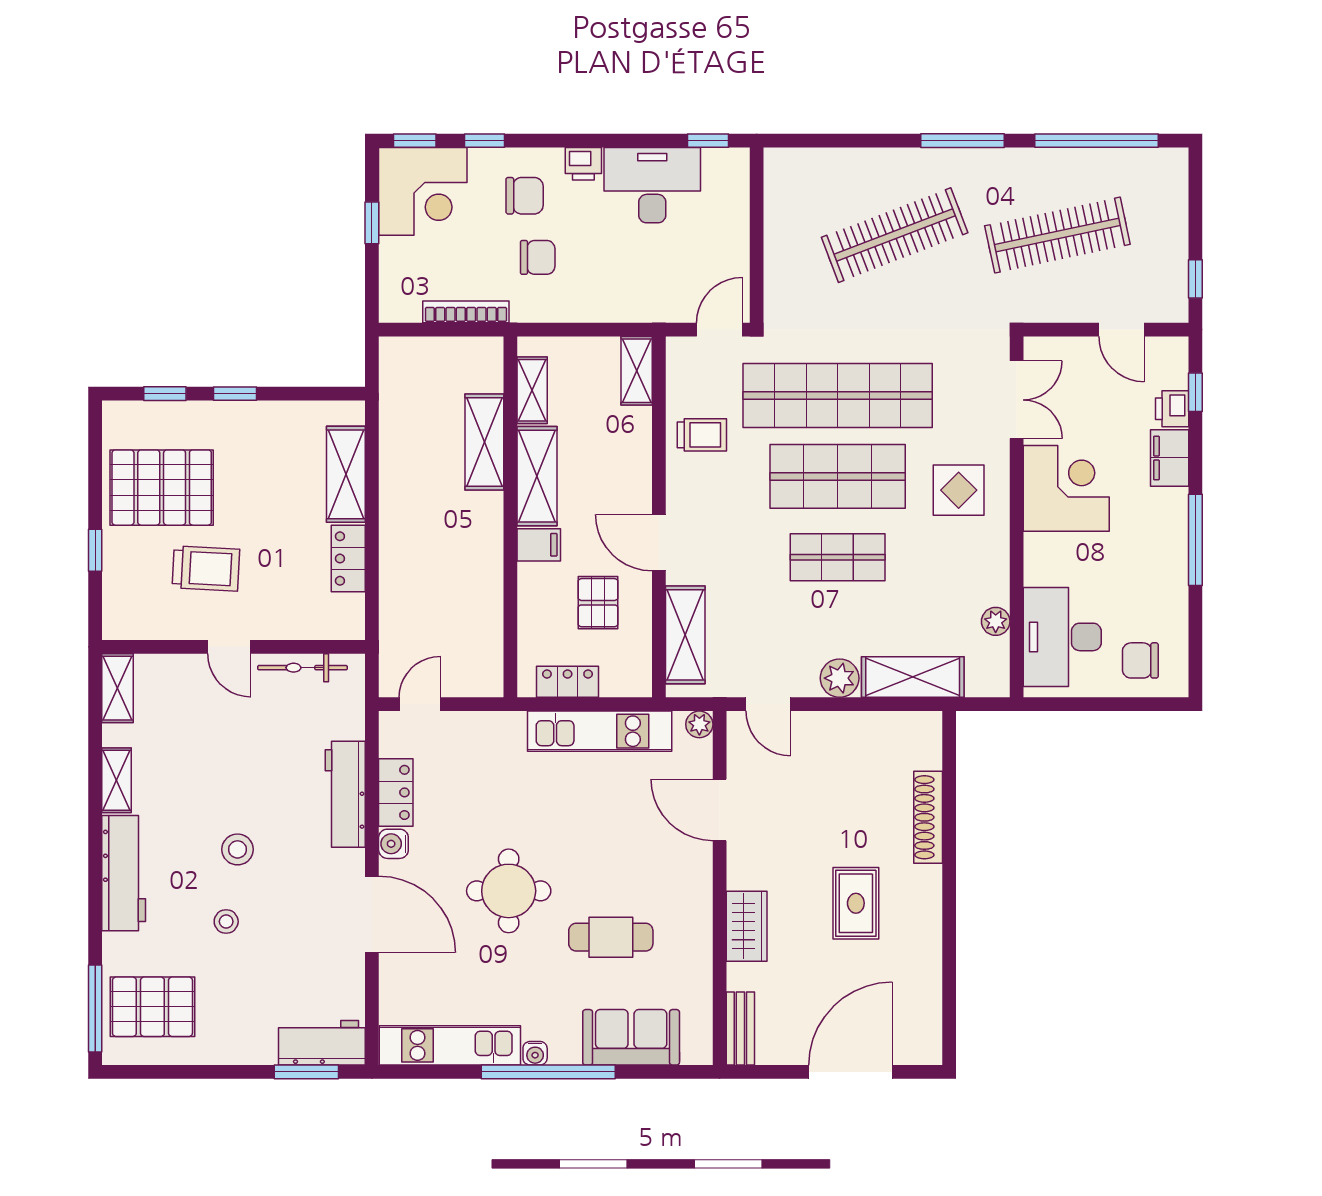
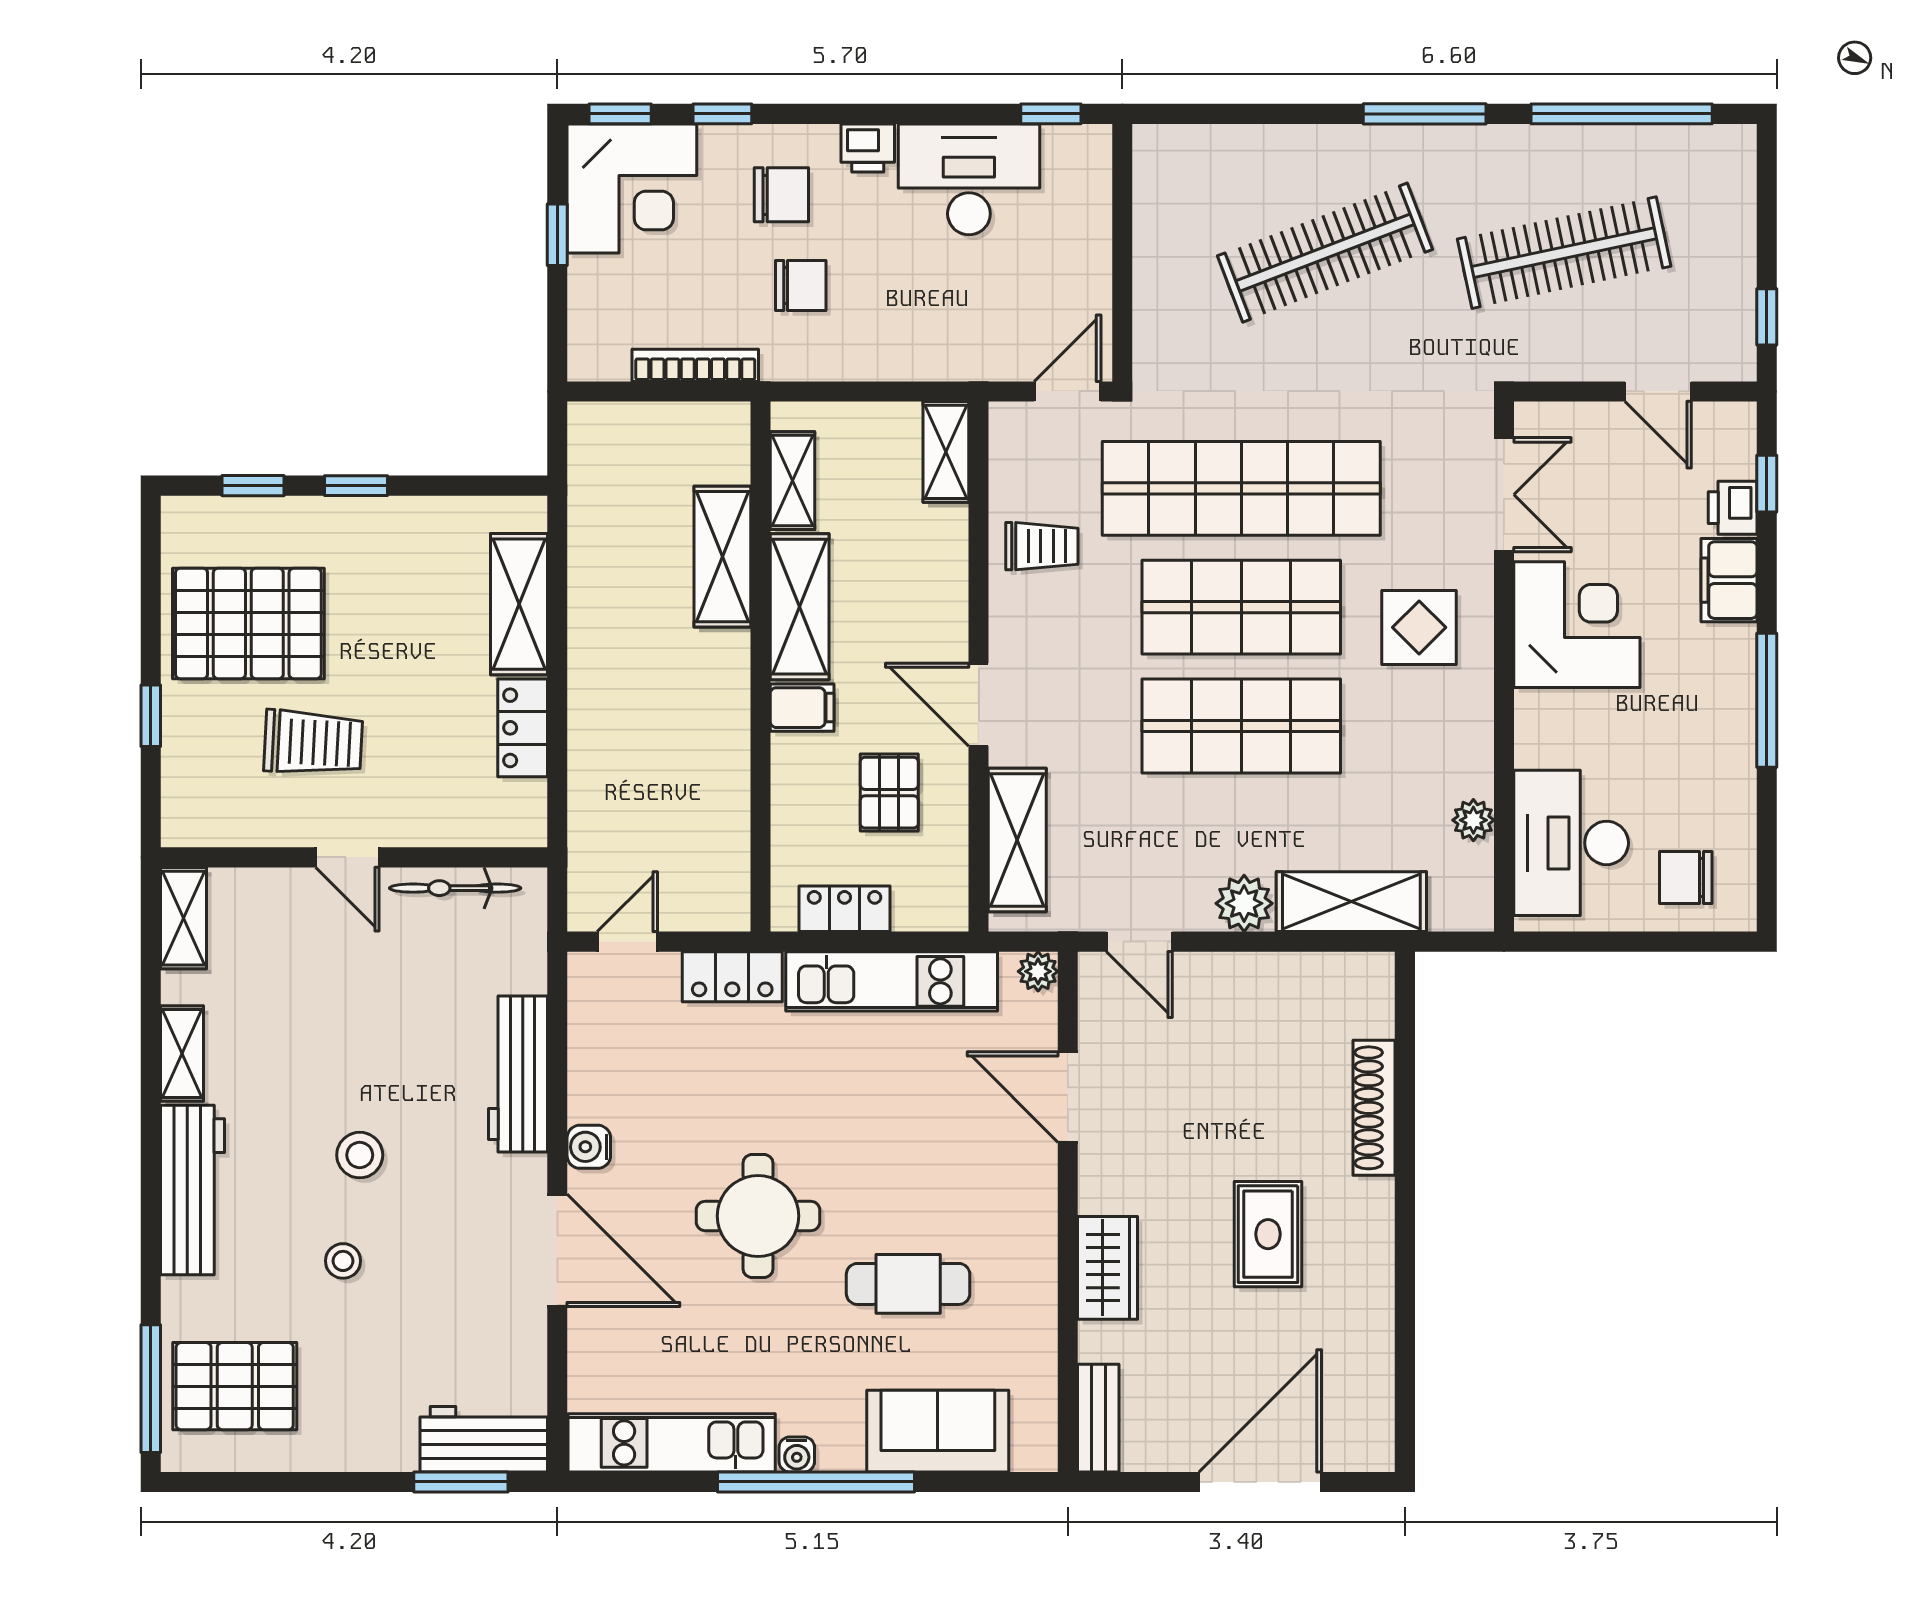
shop shelf: (838, 557) -> (1241, 726), width x1.43, depth x1.36
locker: (396, 792) -> (732, 977), moved, turned 90

